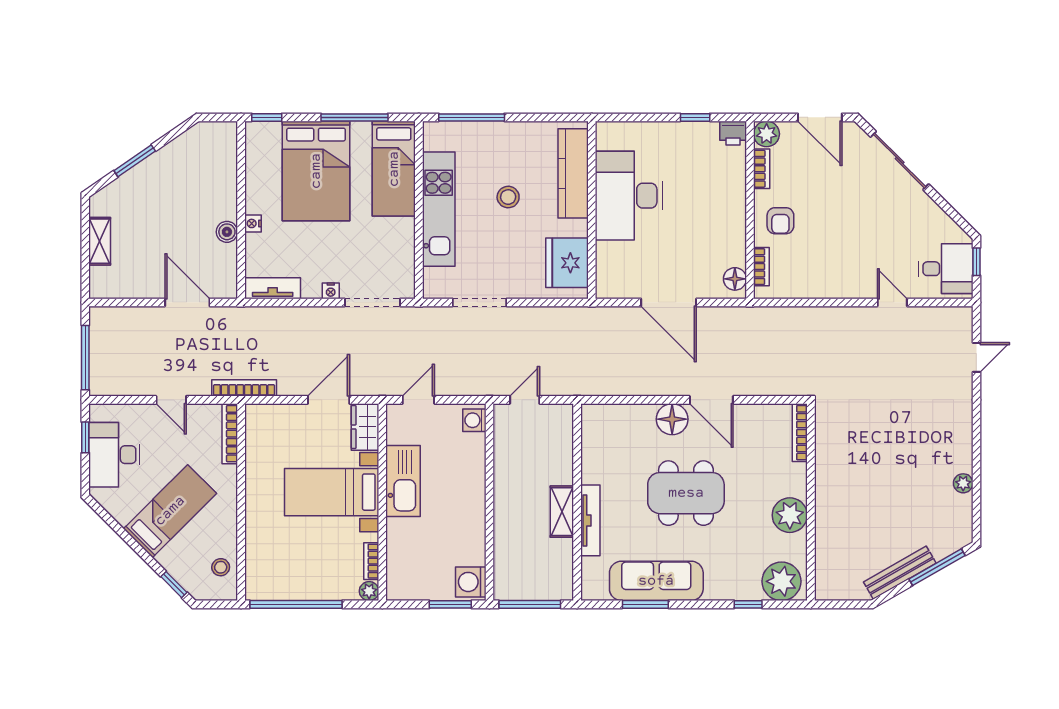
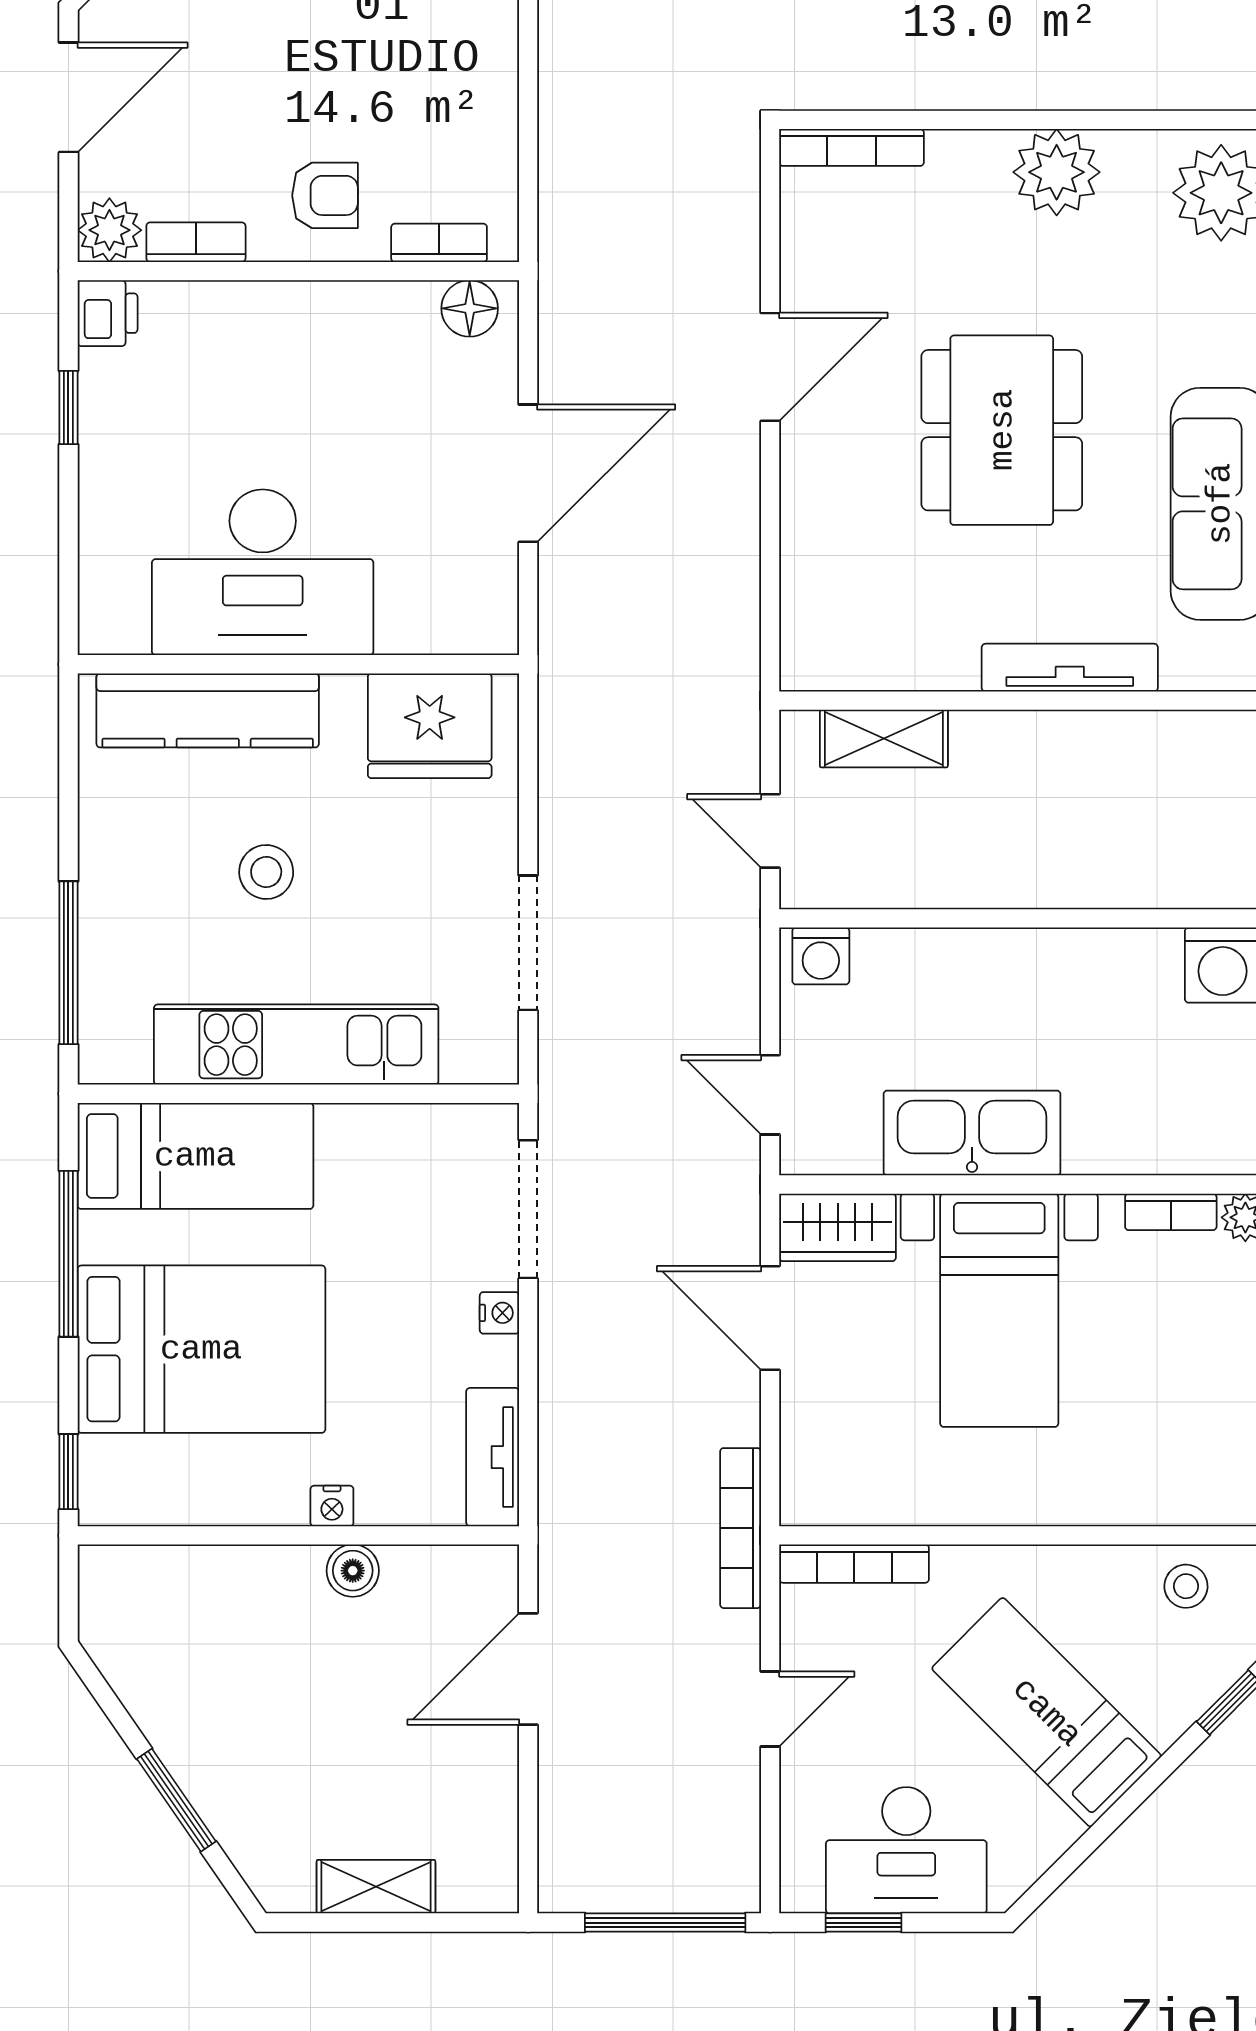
floor lamp: (672, 419) -> (818, 464), removed
shelving: (562, 512) -> (884, 738), moved

